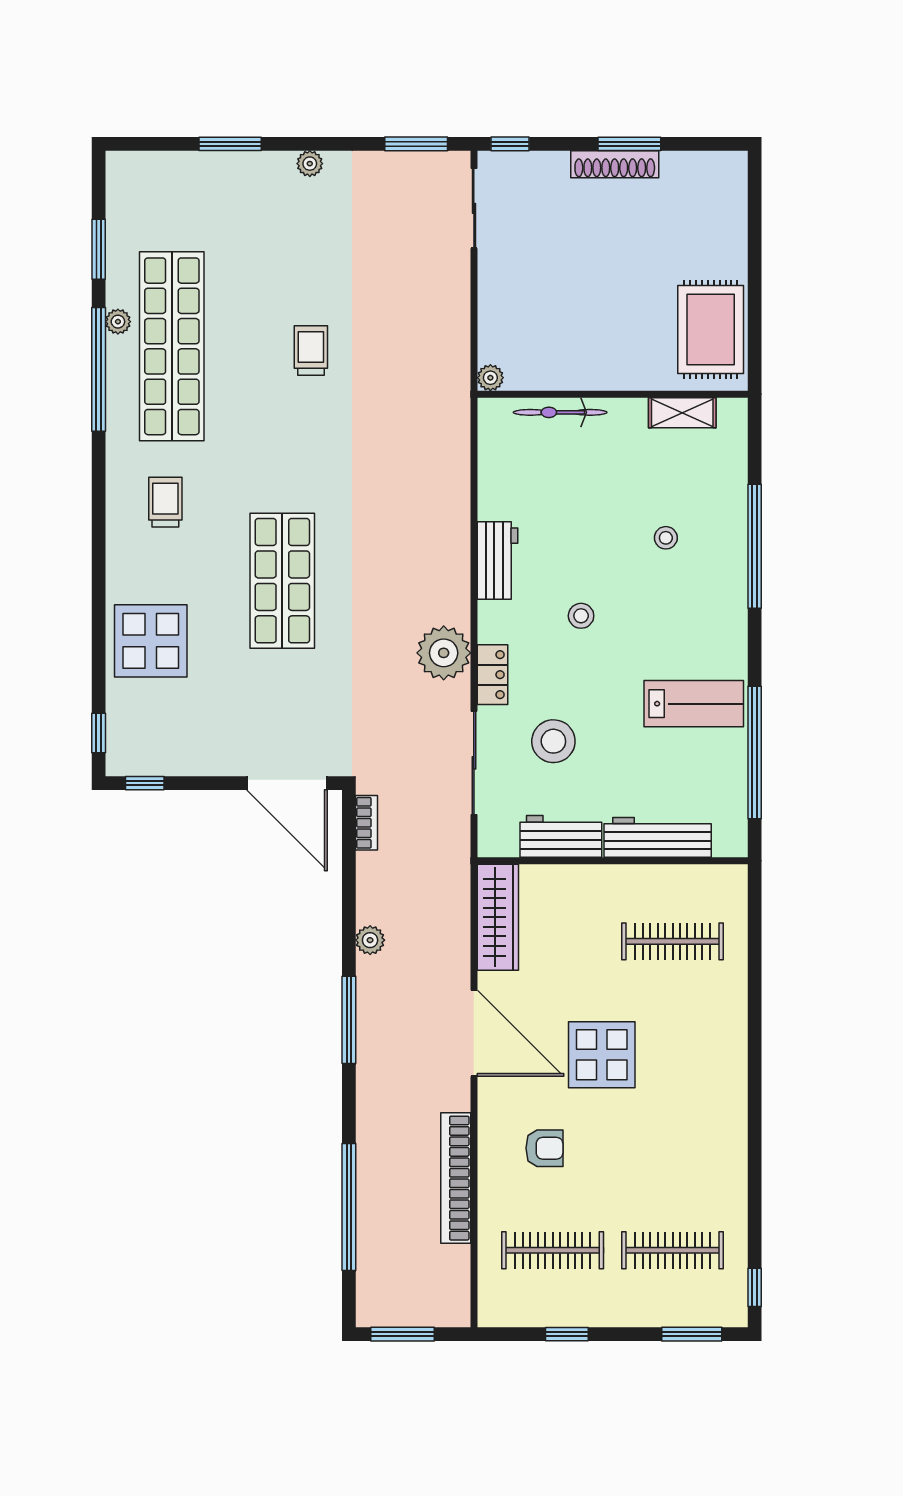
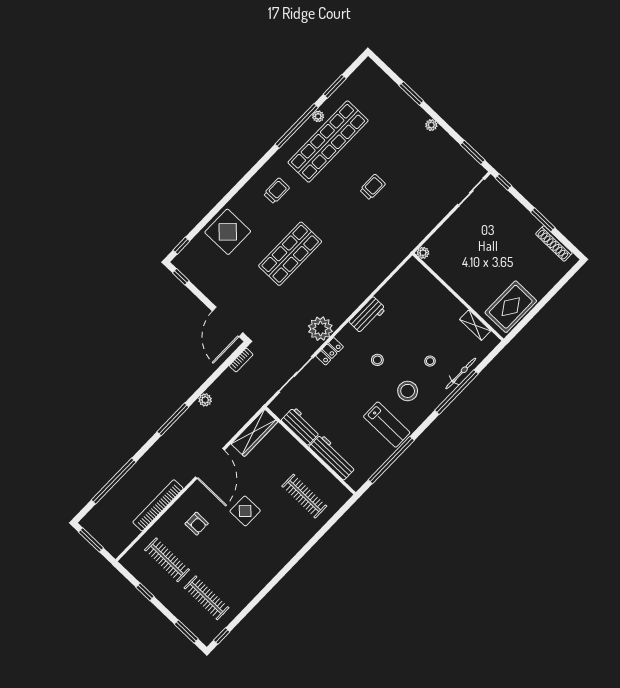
shoe rack: (615, 164) -> (554, 243), moved
bicycle: (560, 412) -> (461, 373), moved, turned 90
stool: (553, 741) -> (408, 391), moved
display table: (602, 1055) -> (245, 511), width x0.73, depth x0.73

